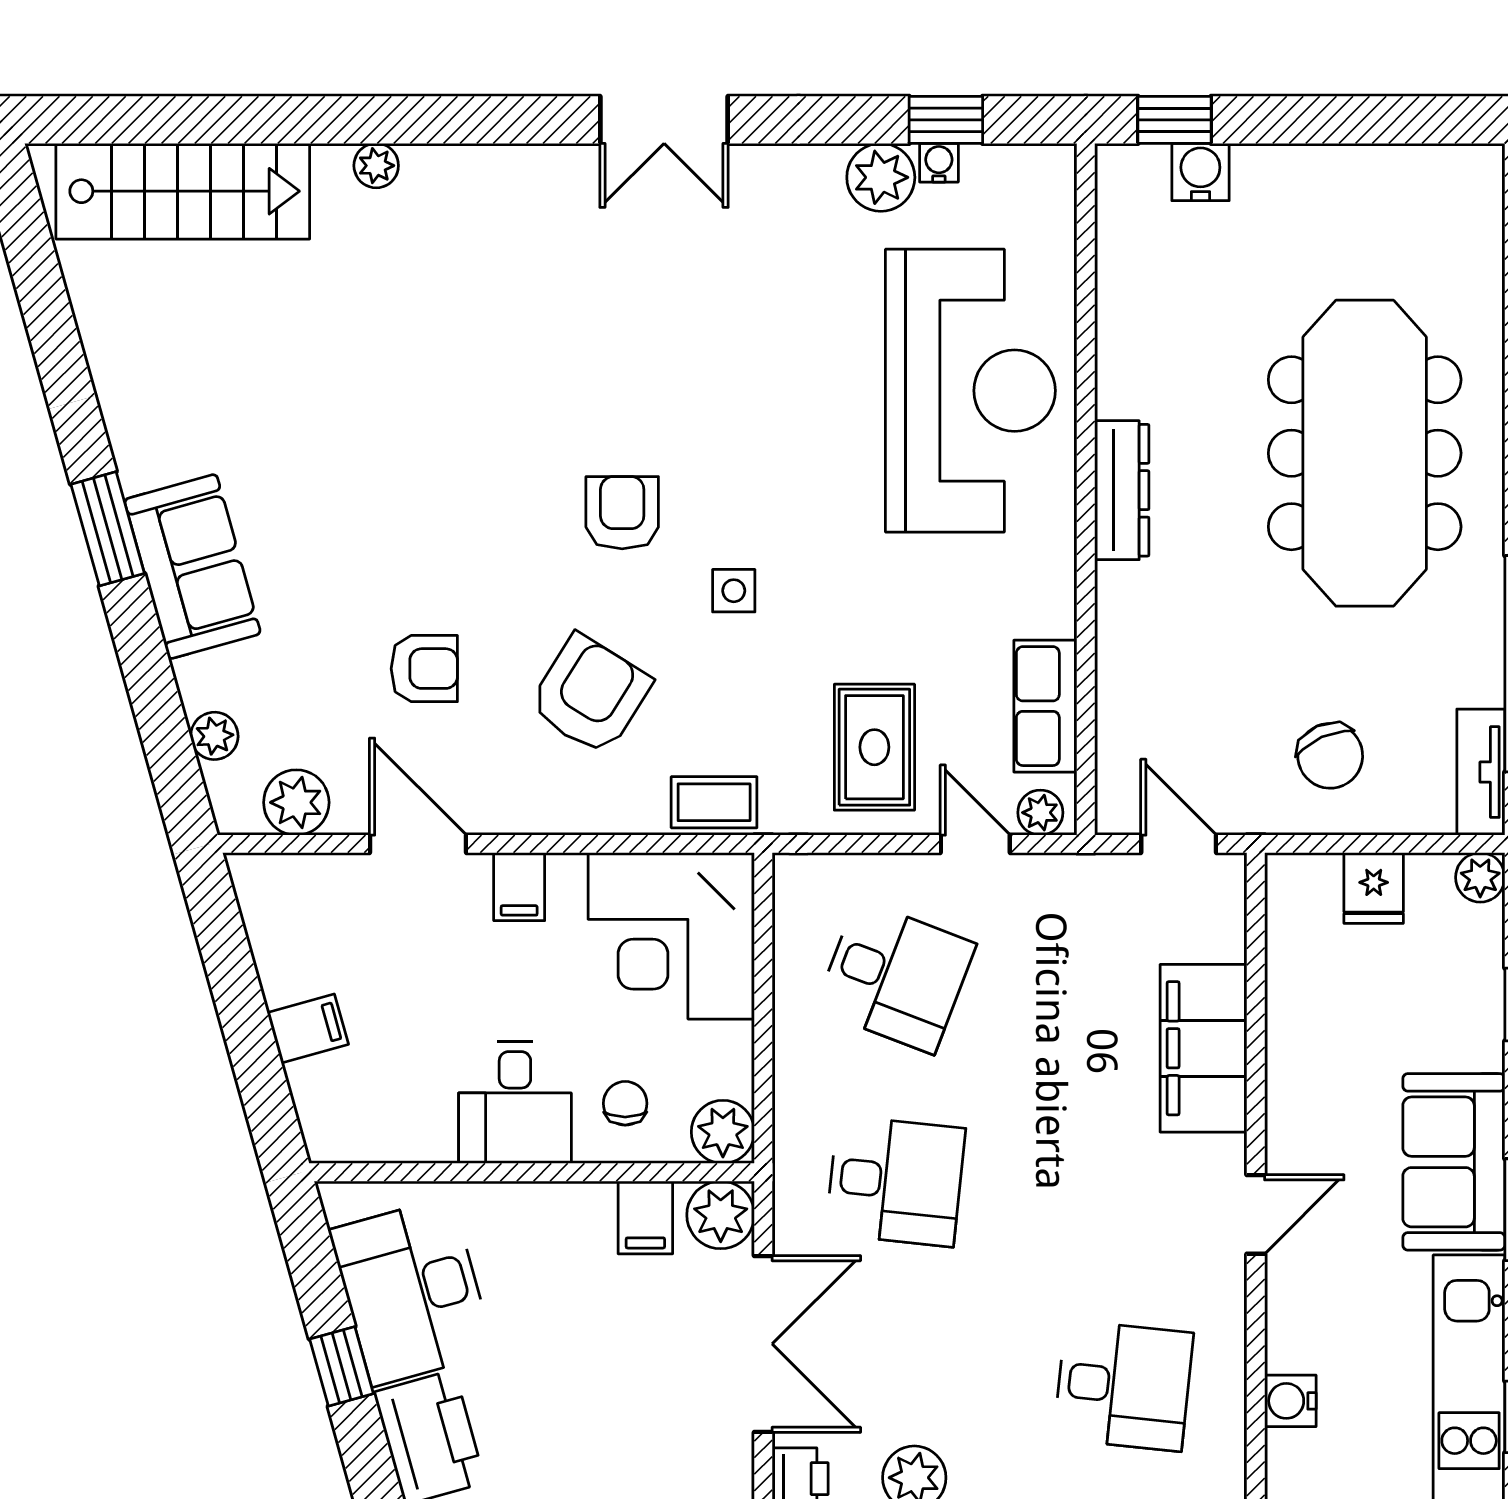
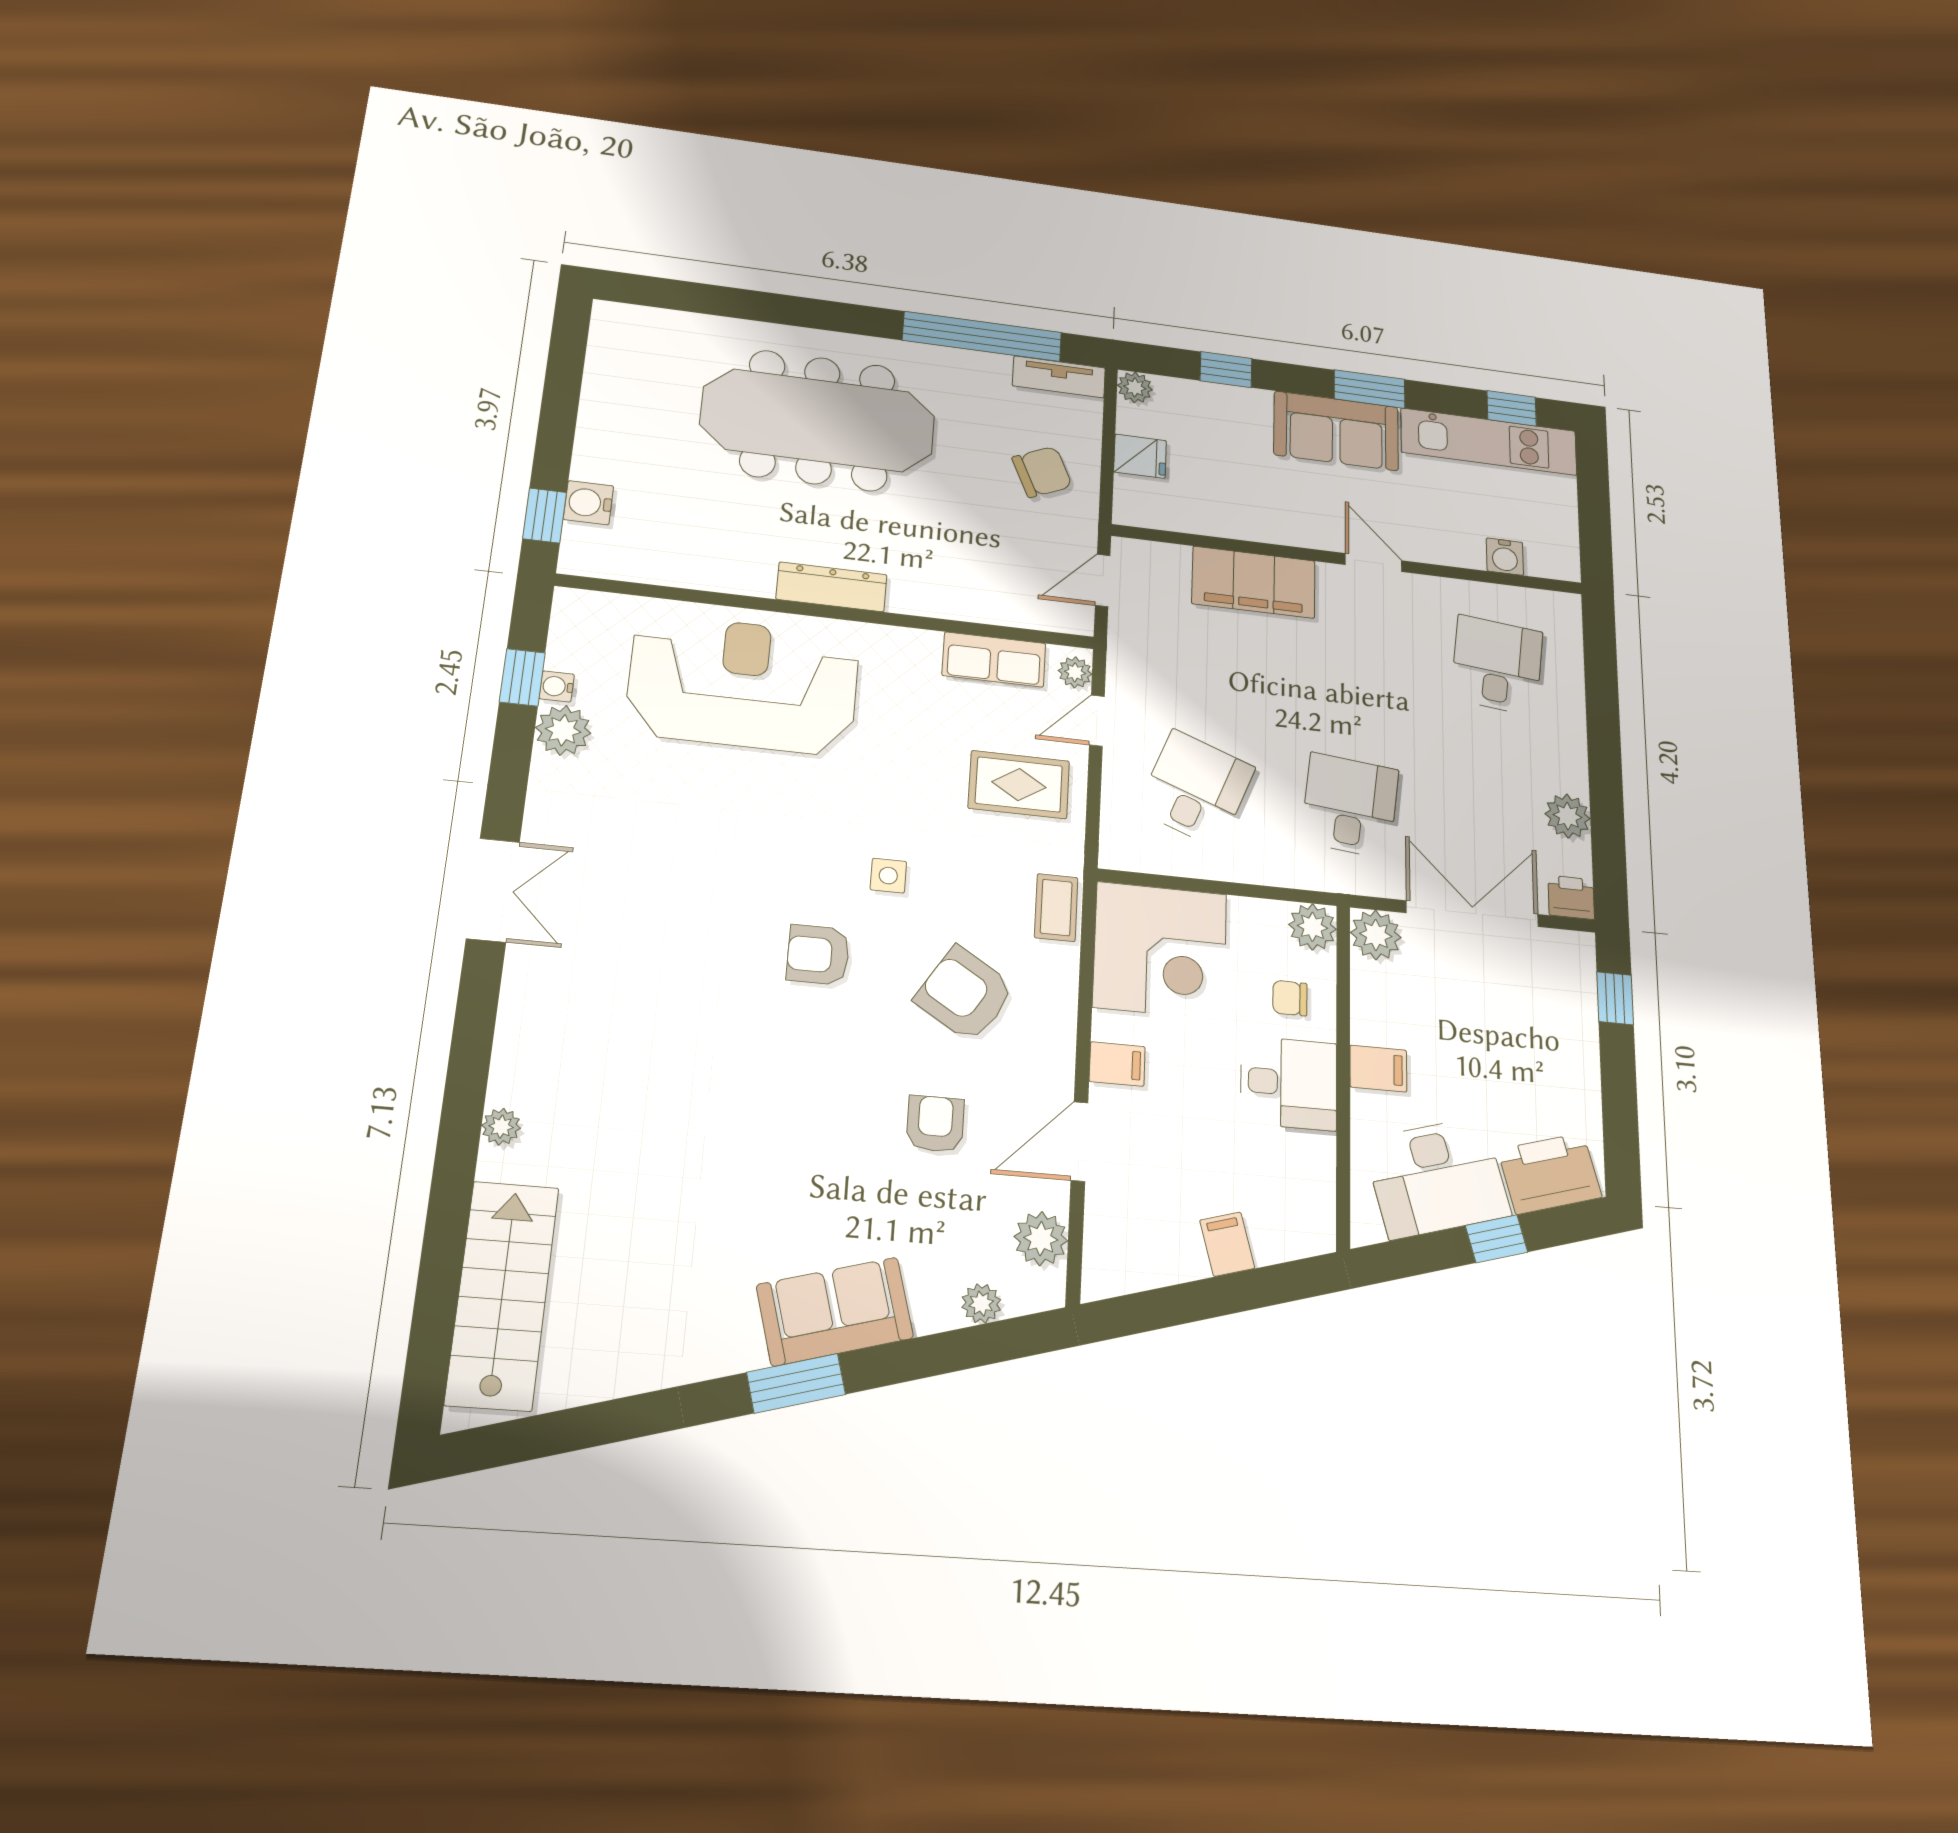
filing cabinet: (645, 1217) -> (1378, 1069), moved

